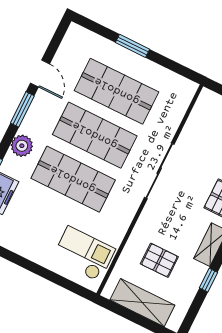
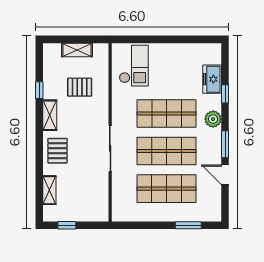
window: (133, 46) -> (188, 225), moved
checkout: (84, 254) -> (134, 66), turned -90
shelving: (142, 303) -> (77, 50), width x0.67, depth x0.75

